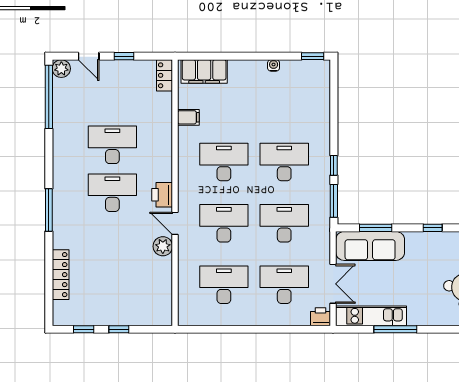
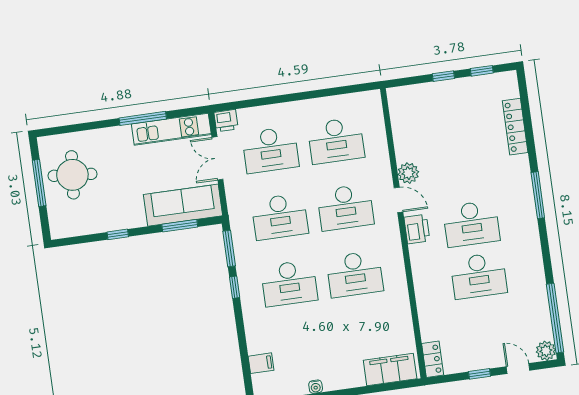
filing cabinet: (188, 117) -> (261, 363), moved, turned 180

